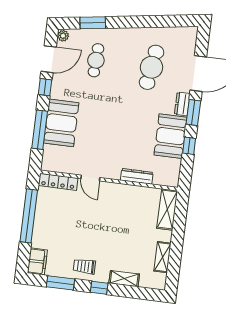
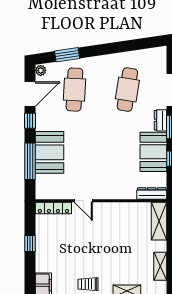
cafe table: (96, 60) -> (74, 90), width x1.37, depth x1.35
dresser: (137, 176) -> (152, 194), moved
window: (29, 216) -> (30, 243), width x0.32

